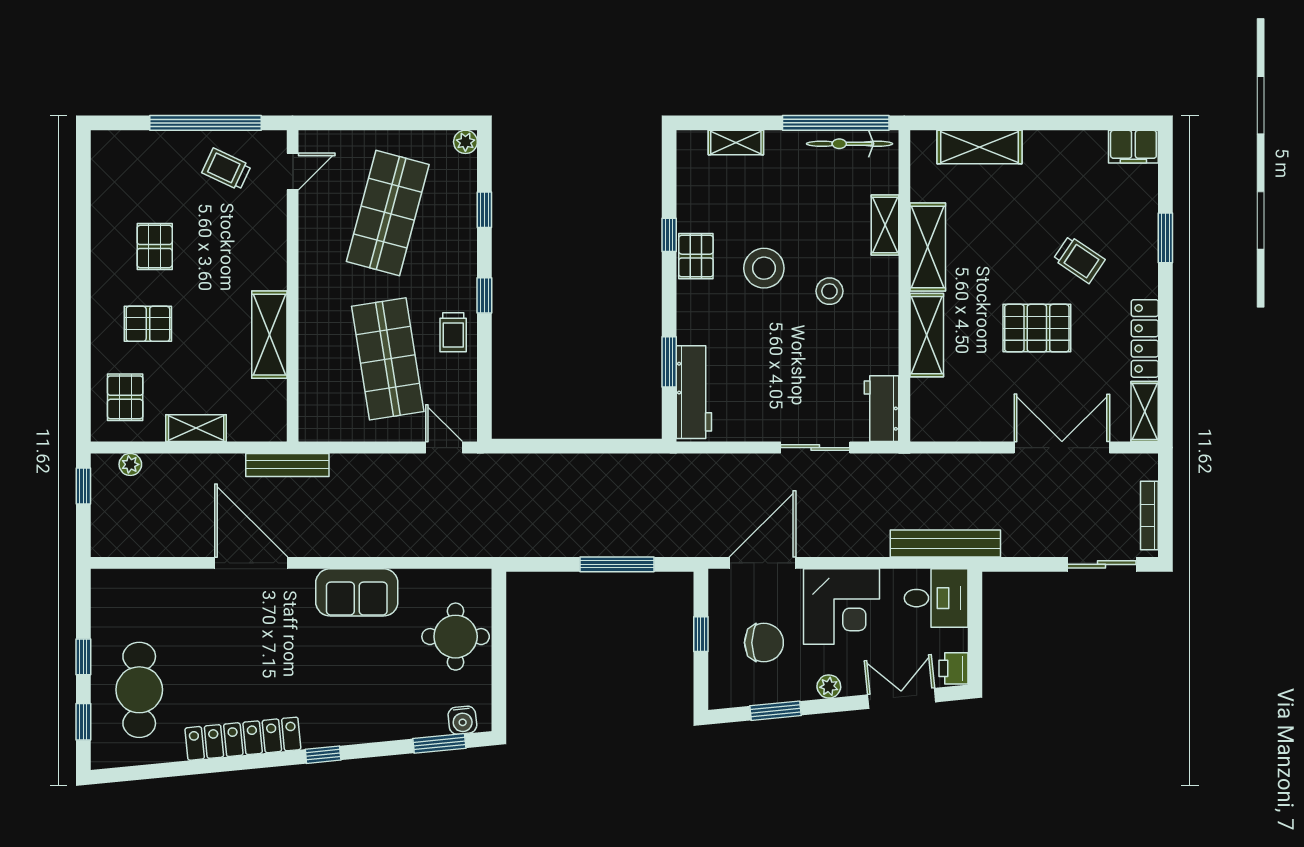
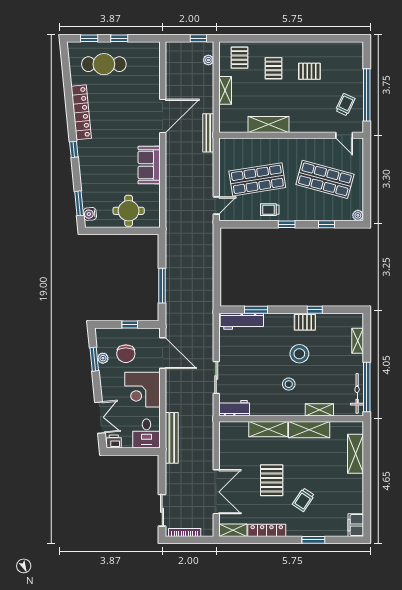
pallet: (125, 397) -> (239, 58), turned 90
plant: (829, 686) -> (103, 358), moved

